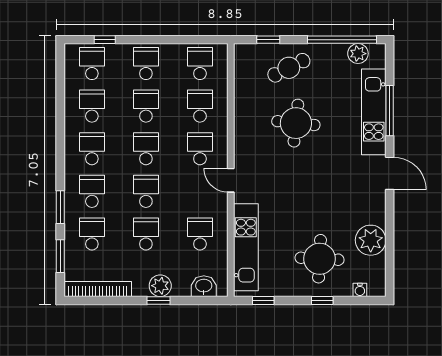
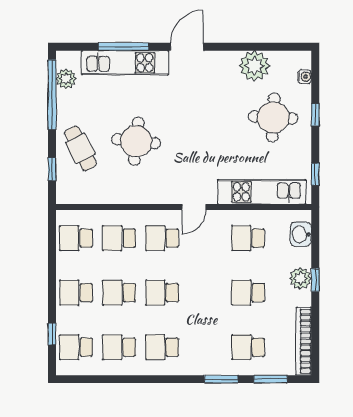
school desk: (92, 191) -> (205, 347), removed
school desk: (146, 191) -> (205, 293), removed

